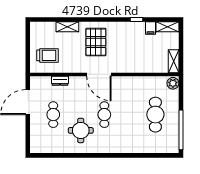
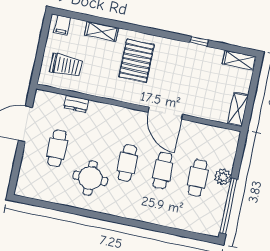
filing cabinet: (151, 28) -> (62, 25), moved
door: (99, 74) -> (165, 113), moved
plant: (173, 83) -> (223, 177), moved
cafe table: (130, 115) -> (162, 170), added
cafe table: (155, 115) -> (198, 178), width x0.73, depth x0.74

